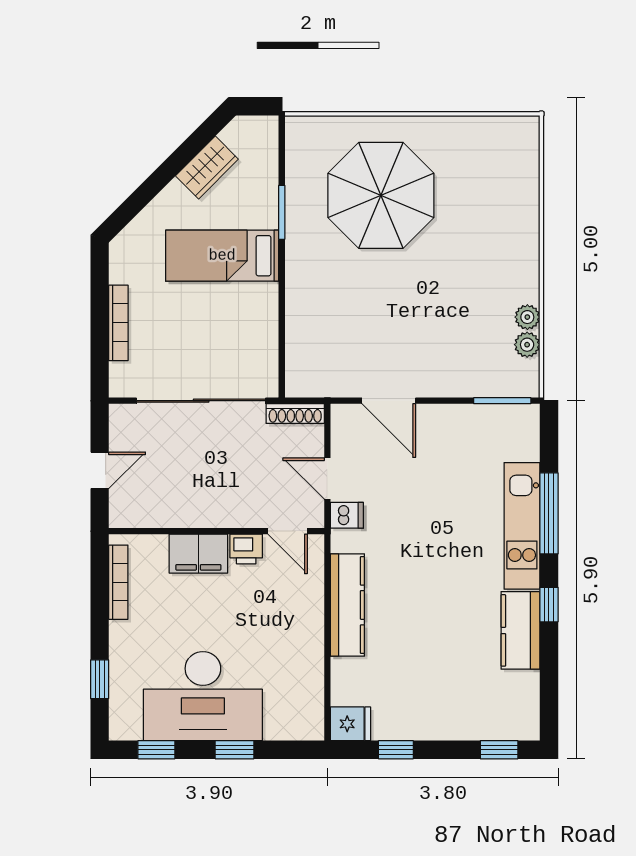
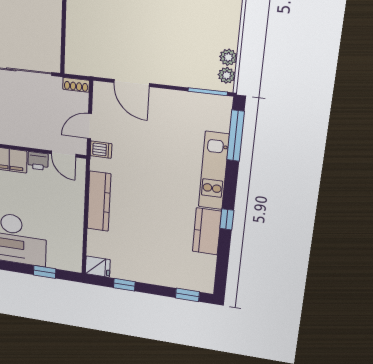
plant: (527, 317) -> (227, 75), moved
shoe rack: (295, 414) -> (76, 85), width x0.70
door: (327, 479) -> (90, 126), hinge flipped
window: (549, 513) -> (236, 136), moved
window: (235, 750) -> (45, 272), moved

